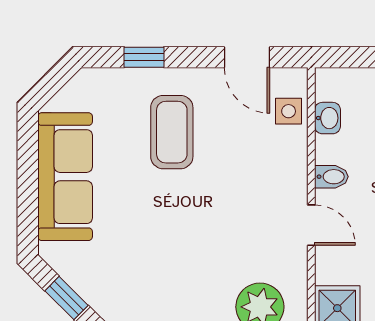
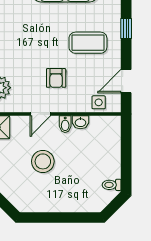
washbasin: (328, 118) -> (80, 122), moved
armchair: (241, 195) -> (56, 78), added

